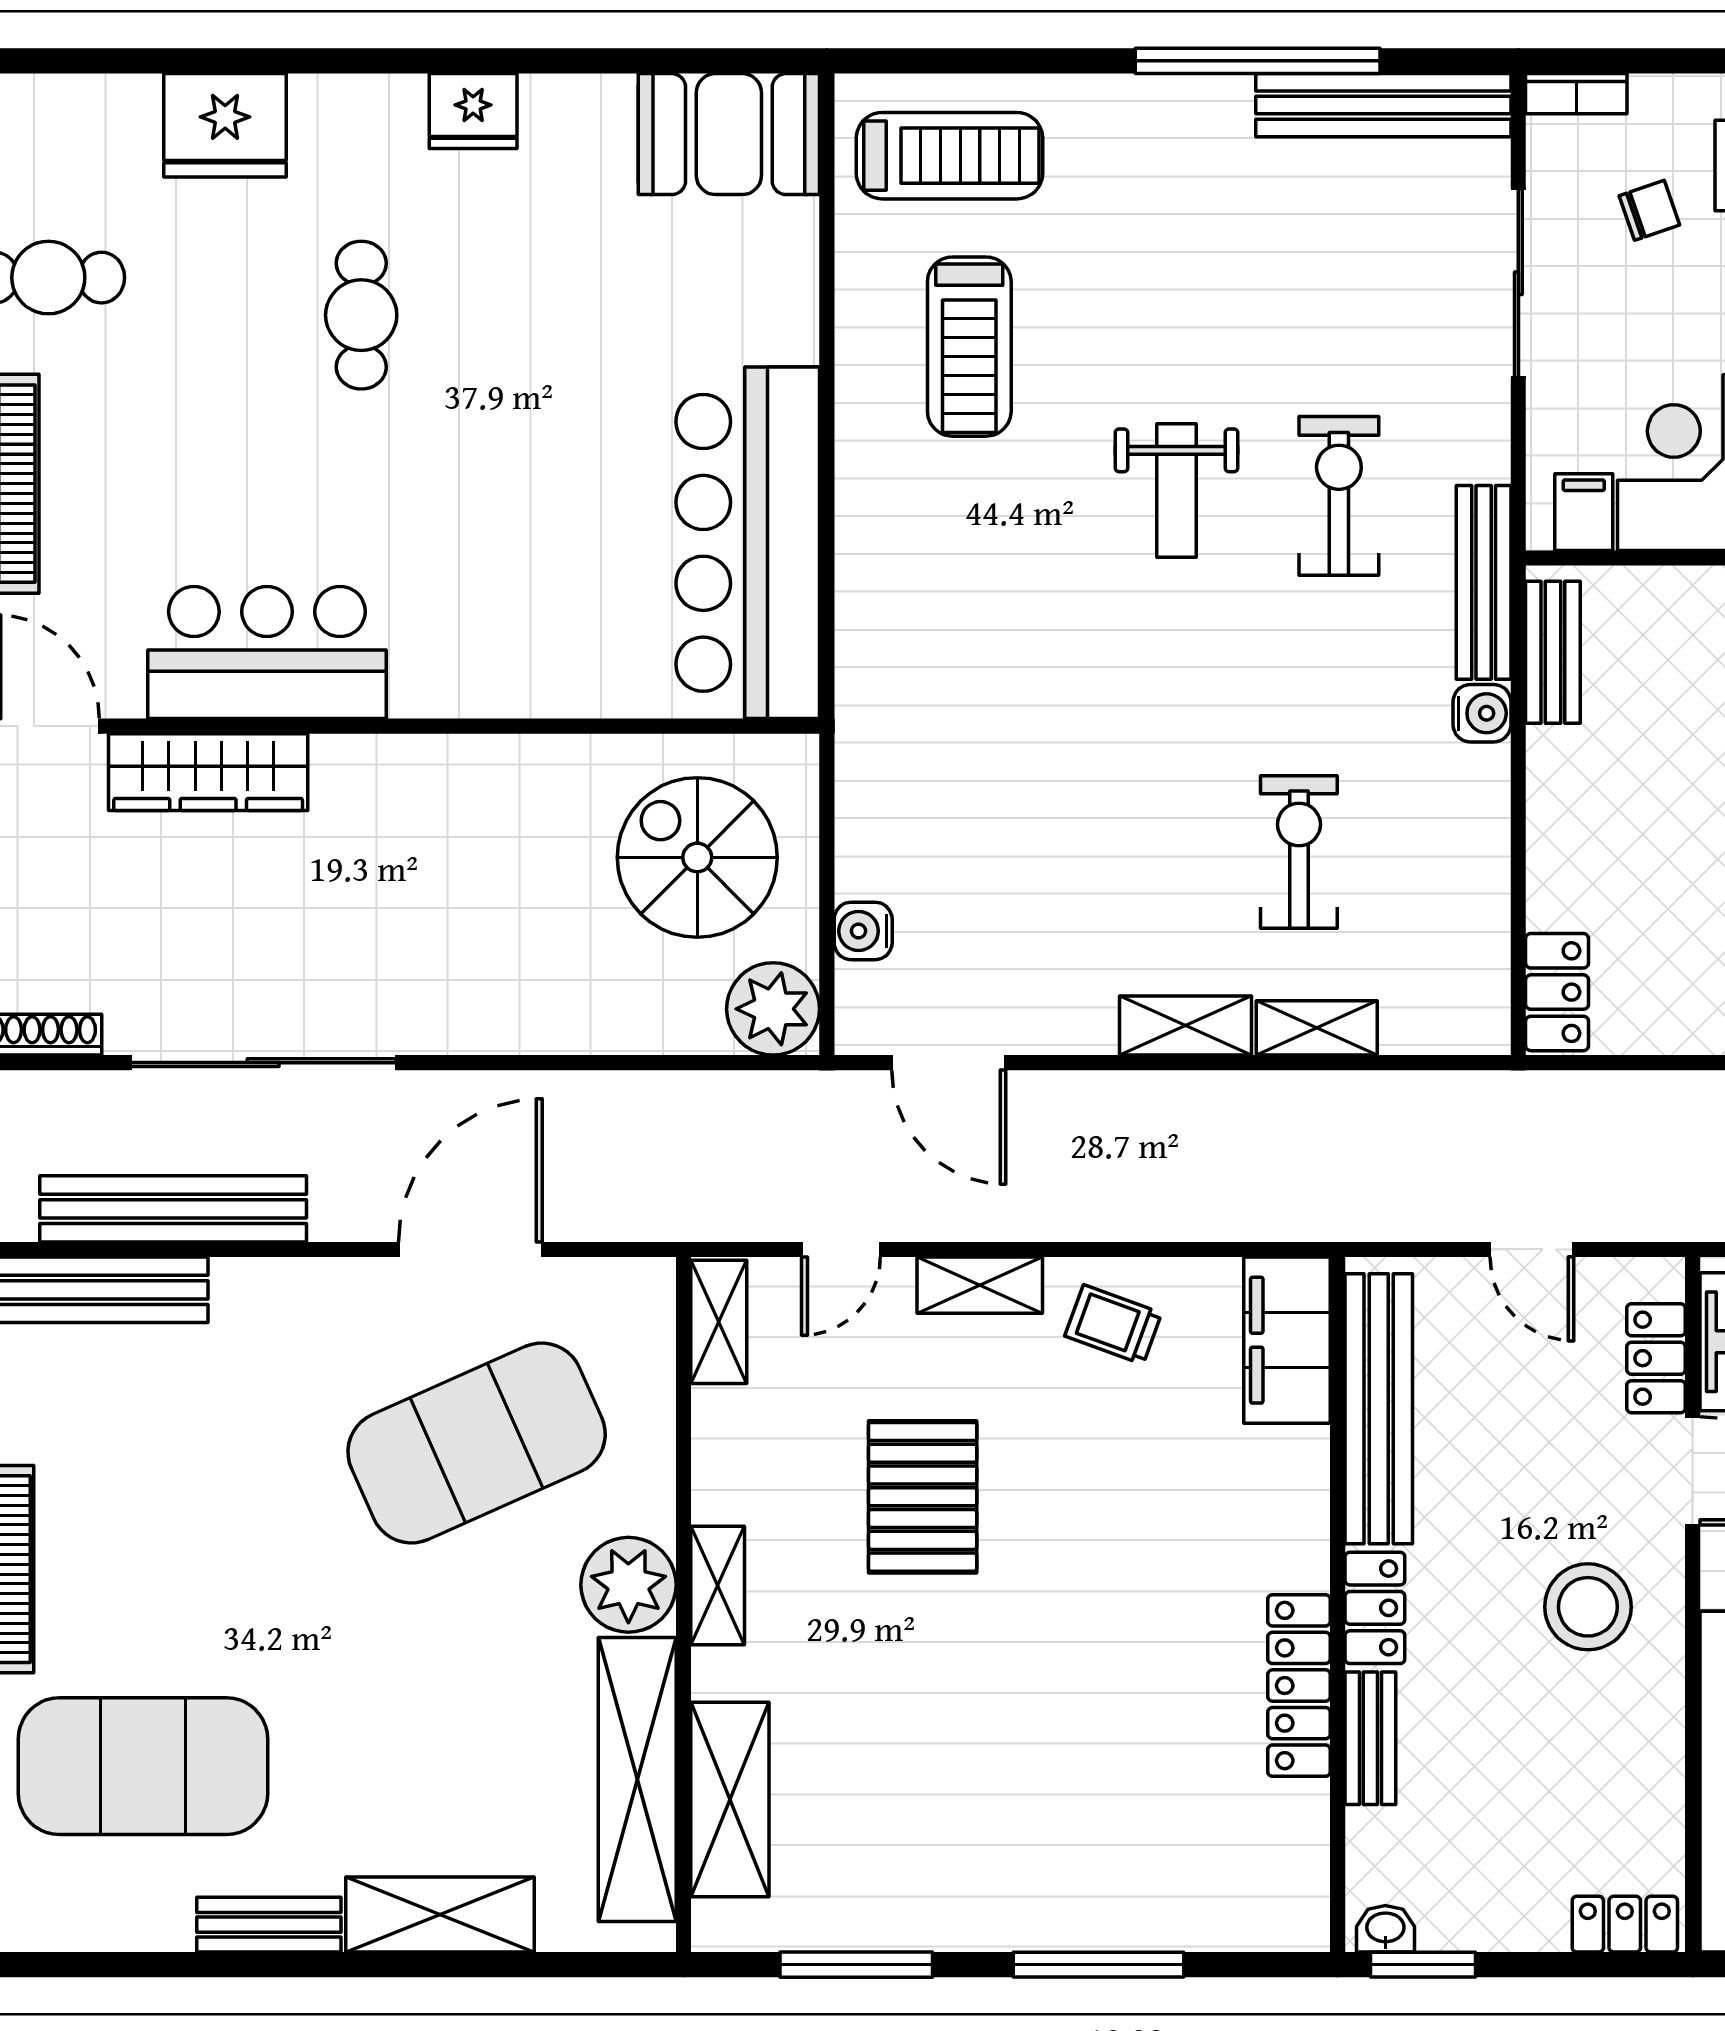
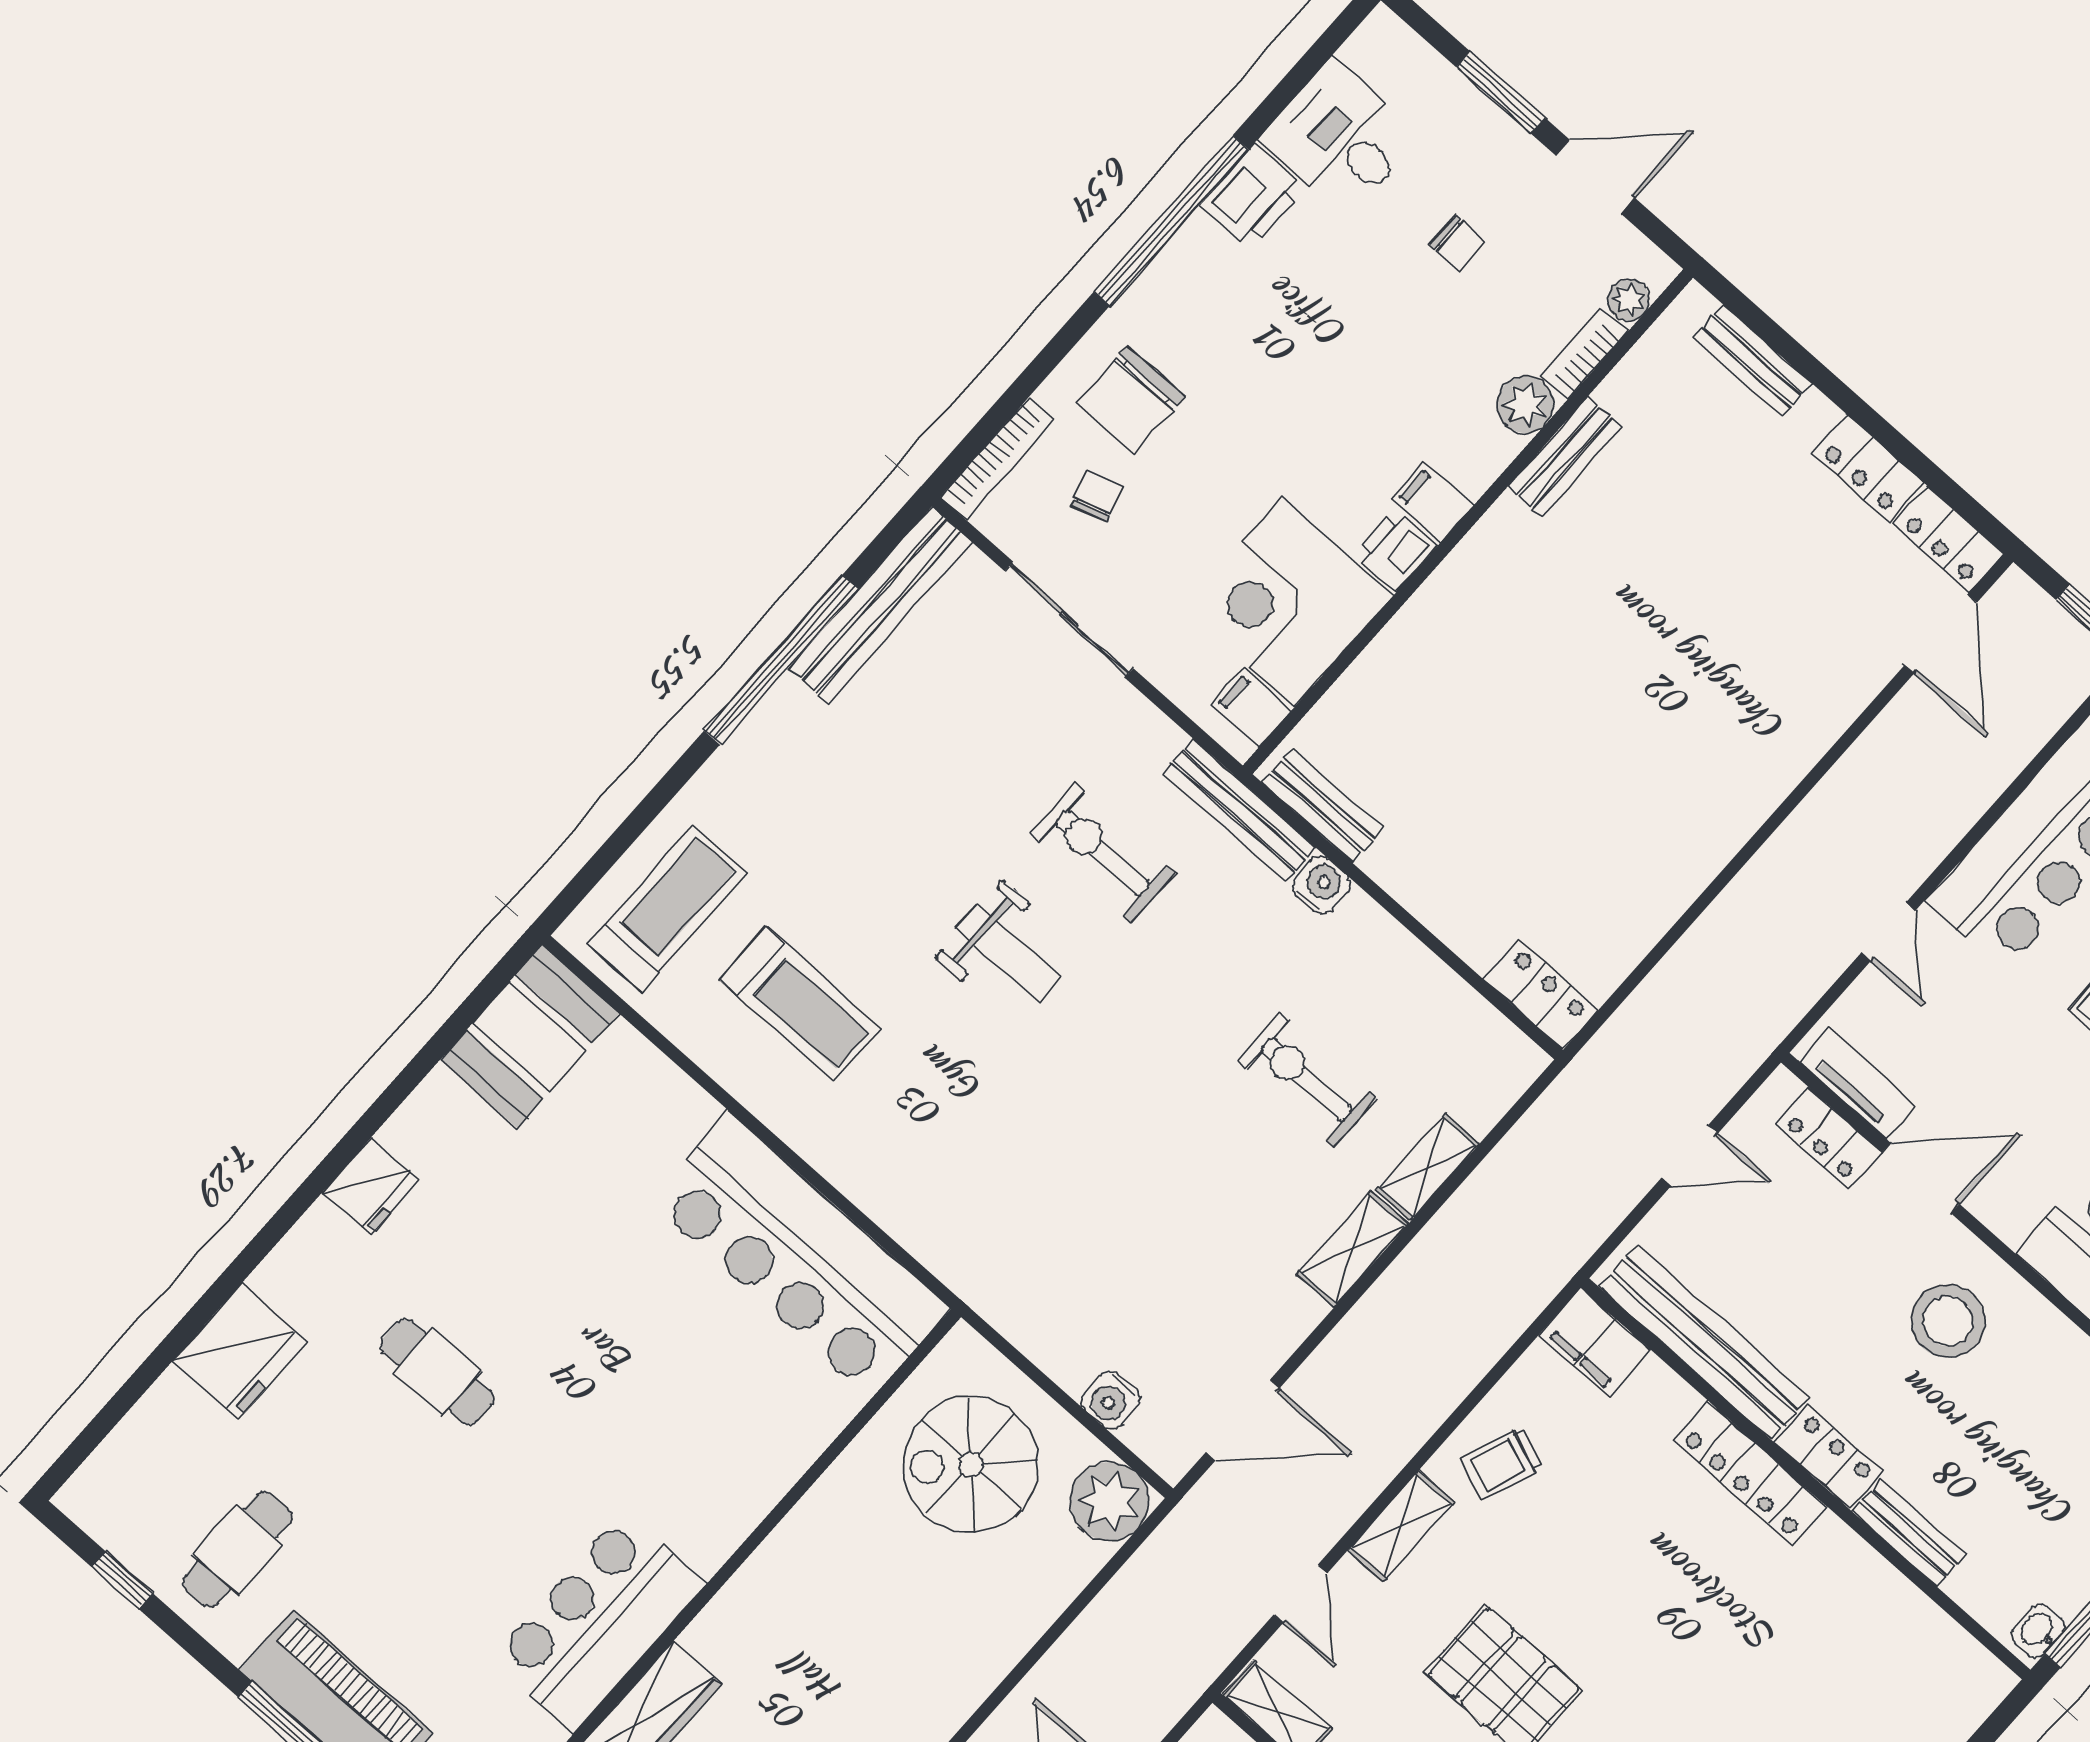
bookcase: (1576, 94) -> (997, 458), width x1.56
filing cabinet: (1287, 1340) -> (1595, 1342), width x0.67, depth x0.86
locker: (1299, 1686) -> (1750, 1473), moved

